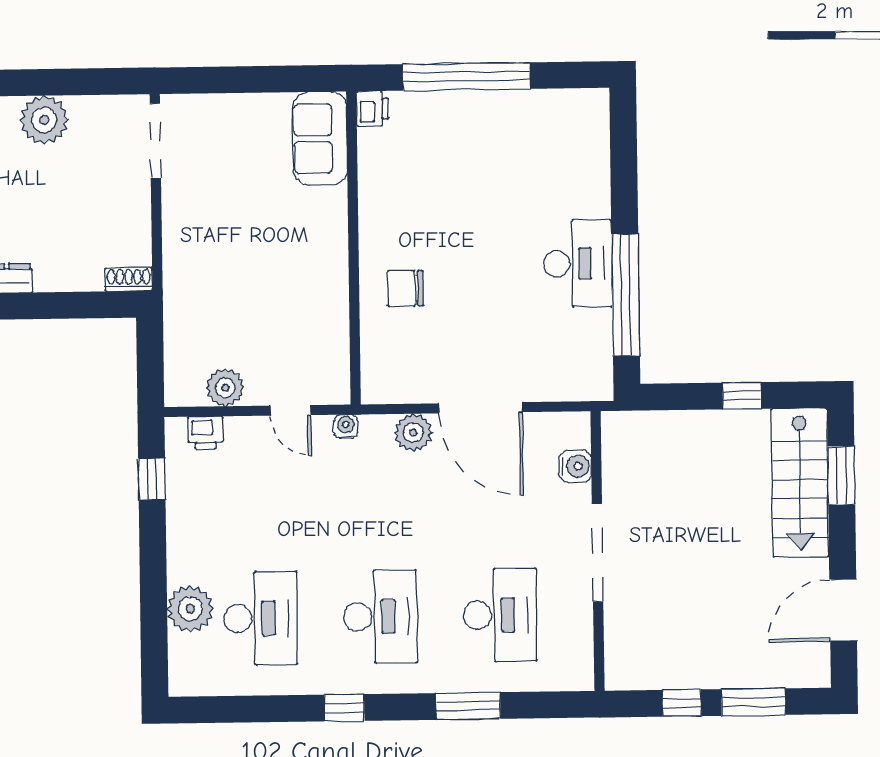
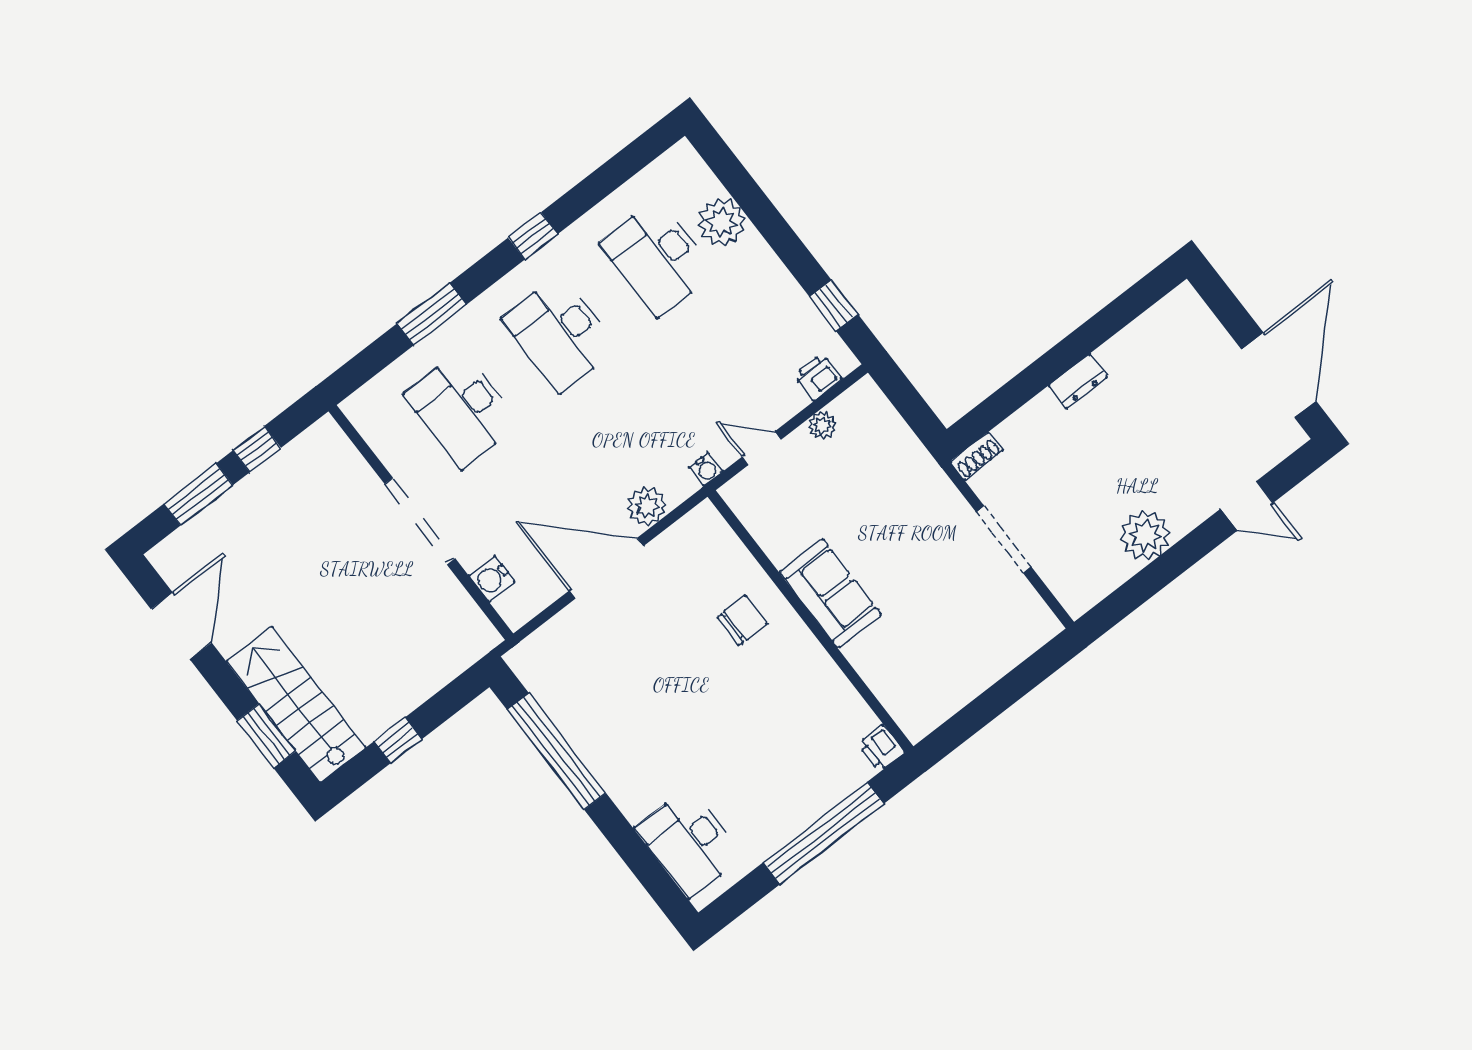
sofa: (320, 139) -> (830, 593), moved
doorway: (155, 141) -> (1004, 540), moved
desk: (578, 264) -> (689, 842), moved
plant: (225, 388) -> (822, 426), width x0.73, depth x0.73

